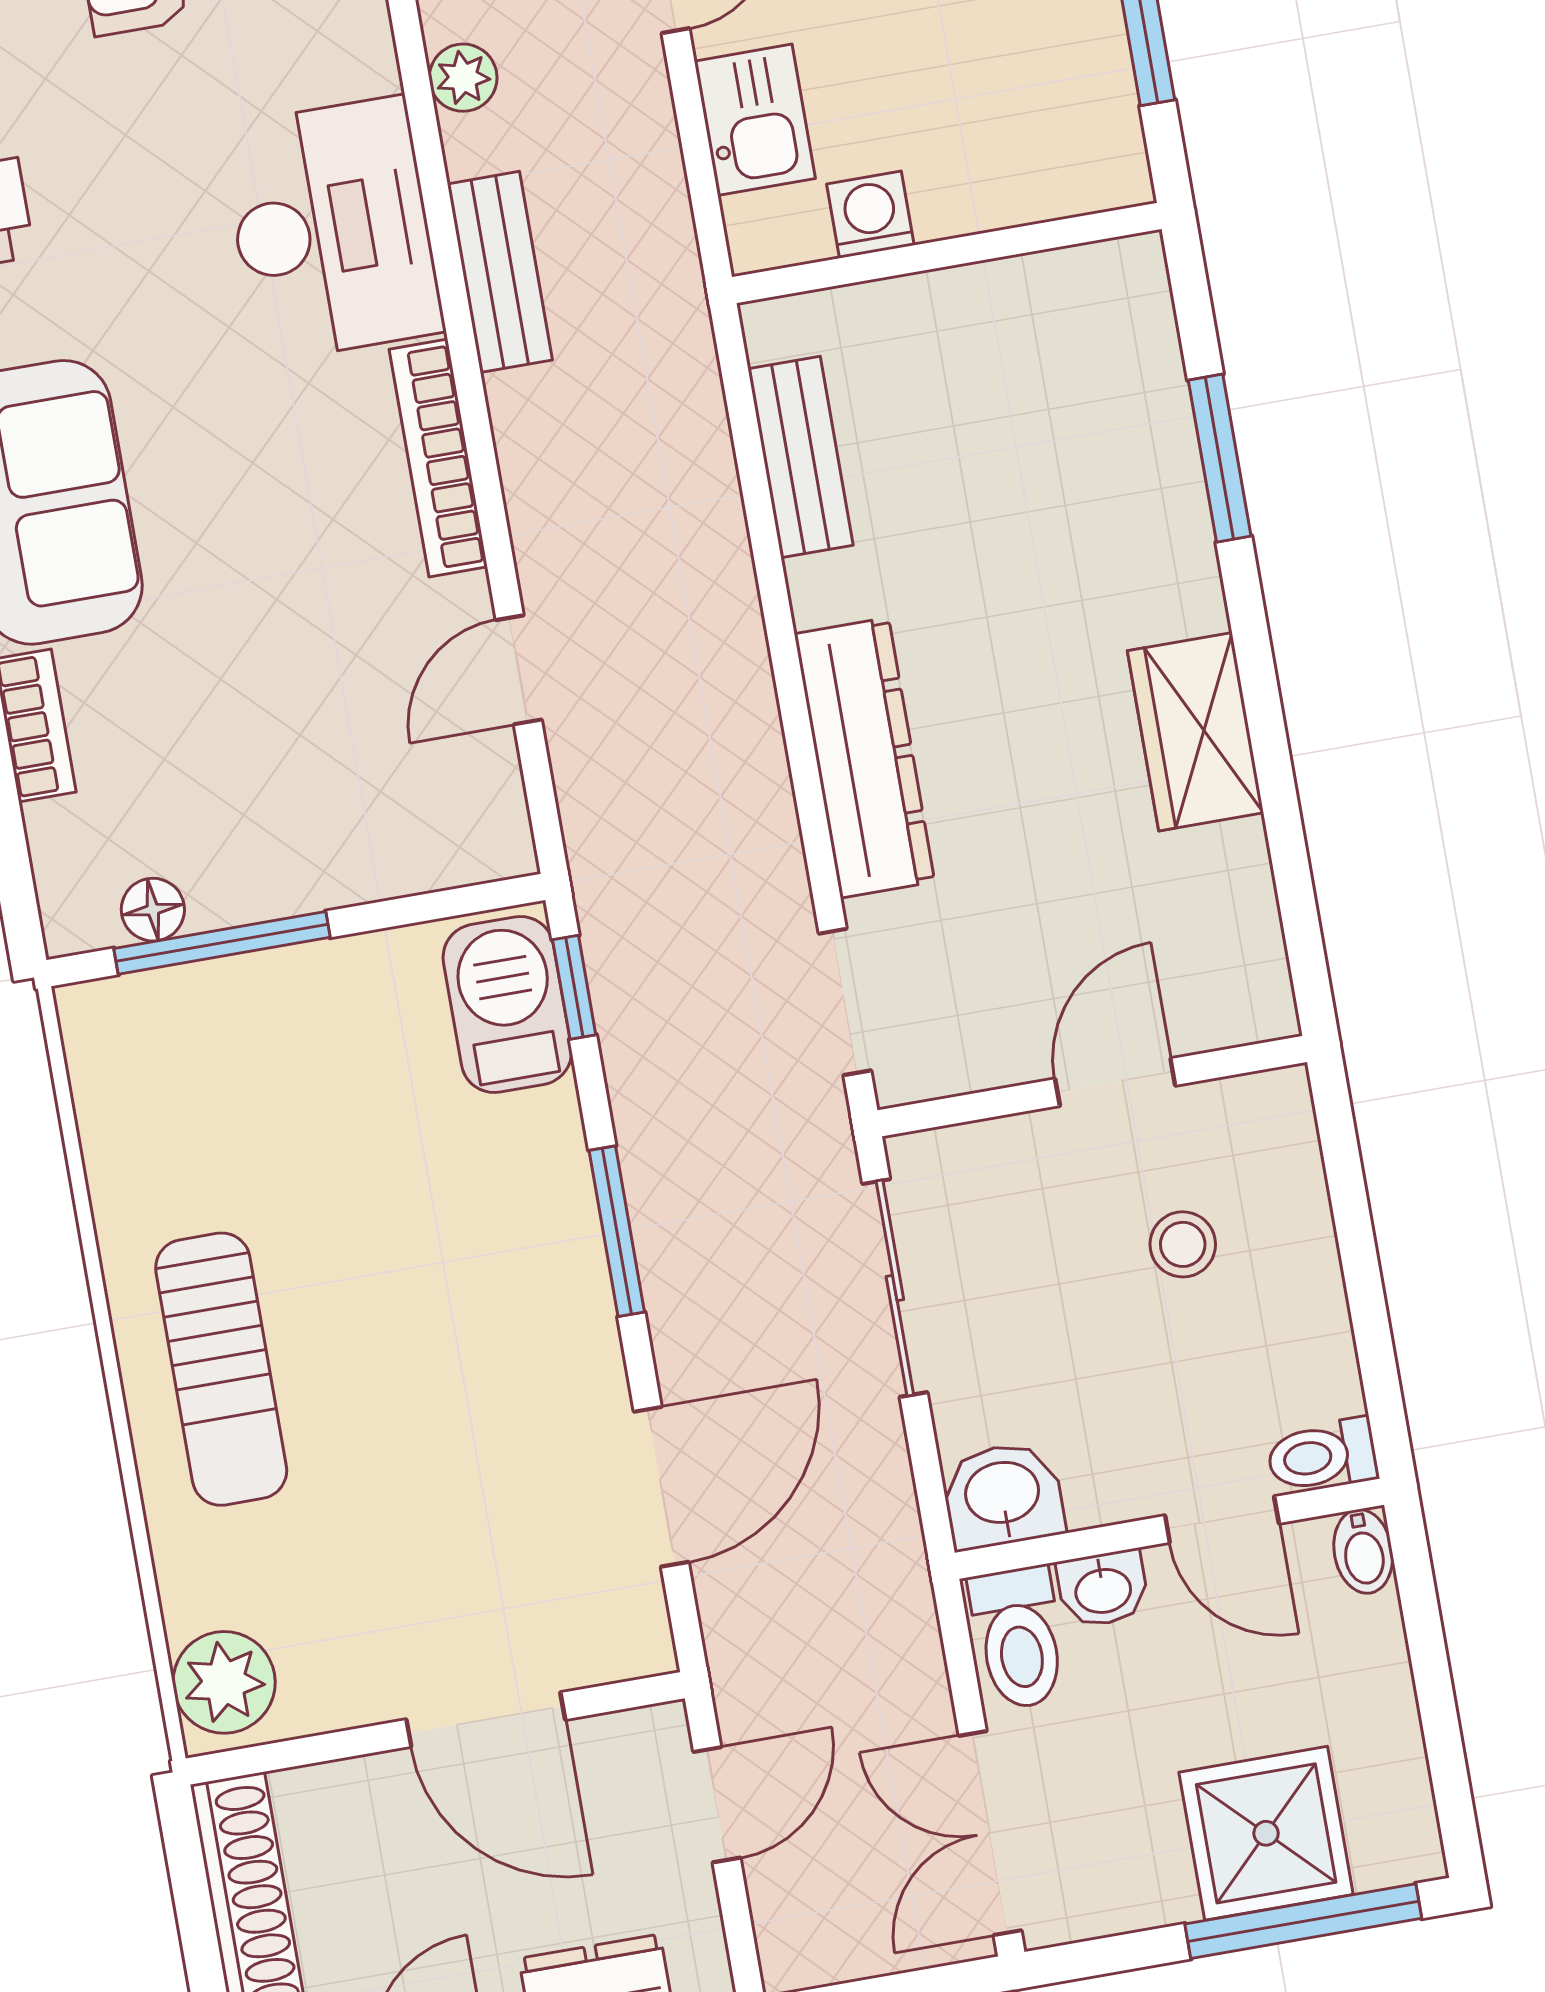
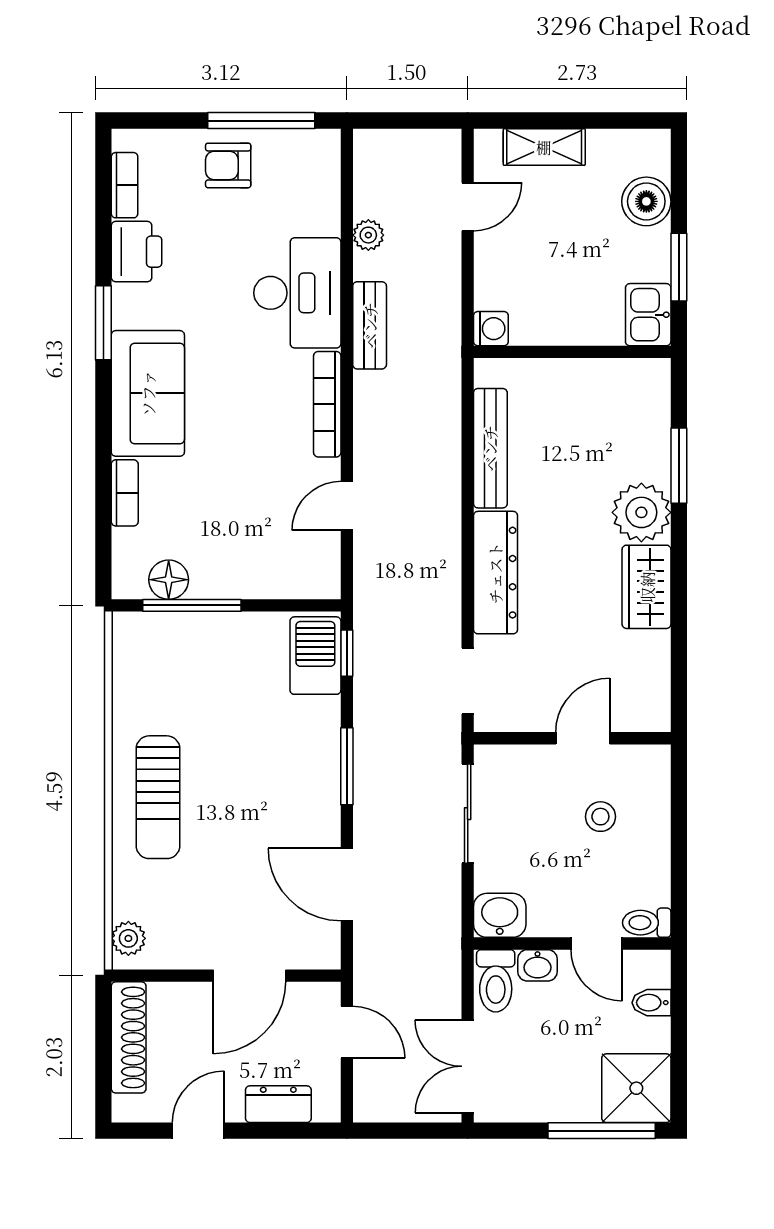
kitchen sink: (755, 120) -> (648, 315), moved, turned 180
washing machine: (870, 215) -> (491, 329), moved, turned 90
bench: (801, 457) -> (490, 448), width x1.36
plant: (1156, 573) -> (641, 512), added
floor lamp: (153, 910) -> (169, 580), width x1.37, depth x1.37
door: (661, 1487) -> (347, 885), swing flipped
bidet: (1363, 1551) -> (651, 1003), moved, turned 90
plant: (224, 1682) -> (128, 938), width x0.73, depth x0.73
door: (486, 1720) -> (250, 976), hinge flipped
door: (717, 1805) -> (347, 1032), hinge flipped
shower: (1266, 1833) -> (636, 1088), moved

